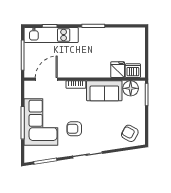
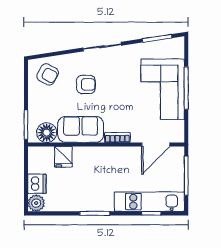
plant: (139, 34) -> (36, 203), added
dishwasher: (133, 71) -> (37, 184), moved, turned -90
armchair: (74, 129) -> (86, 84), moved

